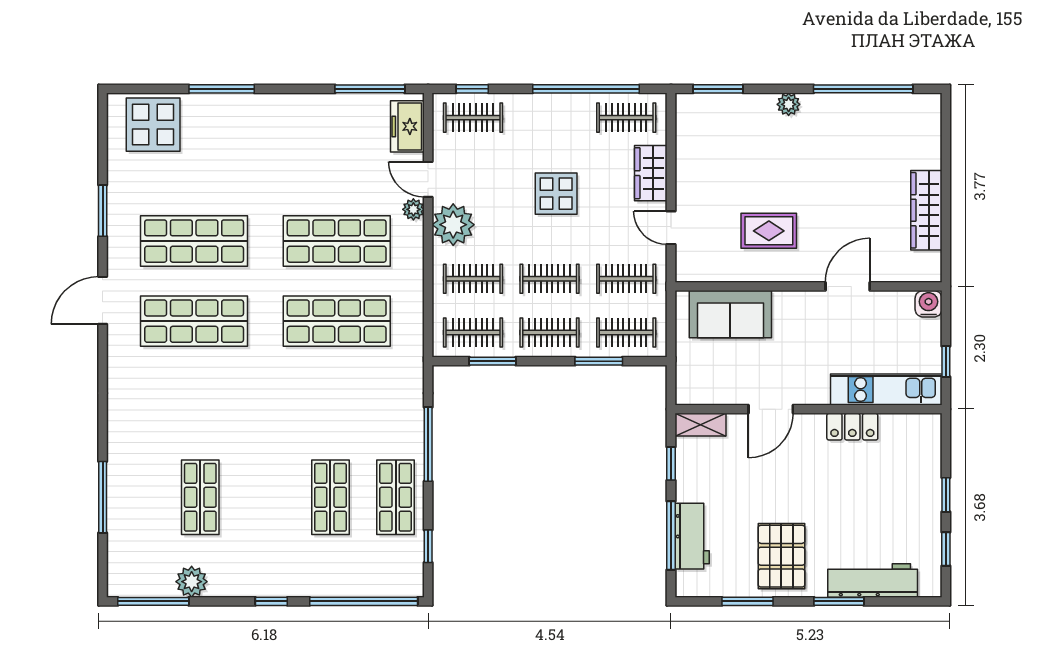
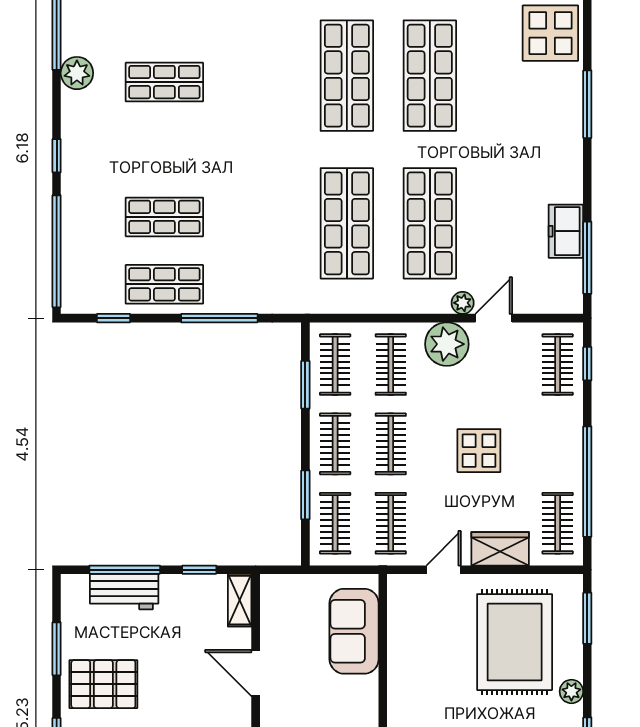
freezer: (407, 126) -> (566, 231), moved, turned -90
rug: (769, 231) -> (515, 642), moved, width x1.86, depth x2.06

